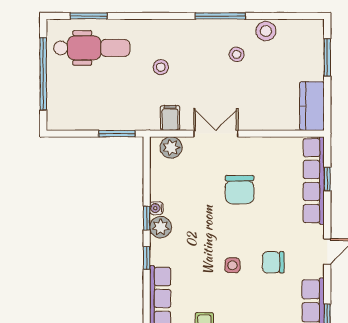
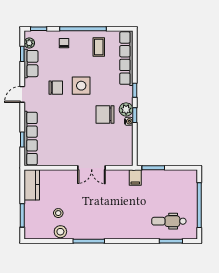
dental chair: (92, 48) -> (169, 221), width x0.73, depth x0.72
stool: (237, 54) -> (58, 213), moved
stool: (161, 67) -> (126, 209), removed
filing cabinet: (170, 118) -> (135, 178), moved
plant: (171, 147) -> (119, 159), removed
chair: (240, 190) -> (105, 115), moved, turned -90
side table: (232, 265) -> (81, 86), width x1.87, depth x1.87

